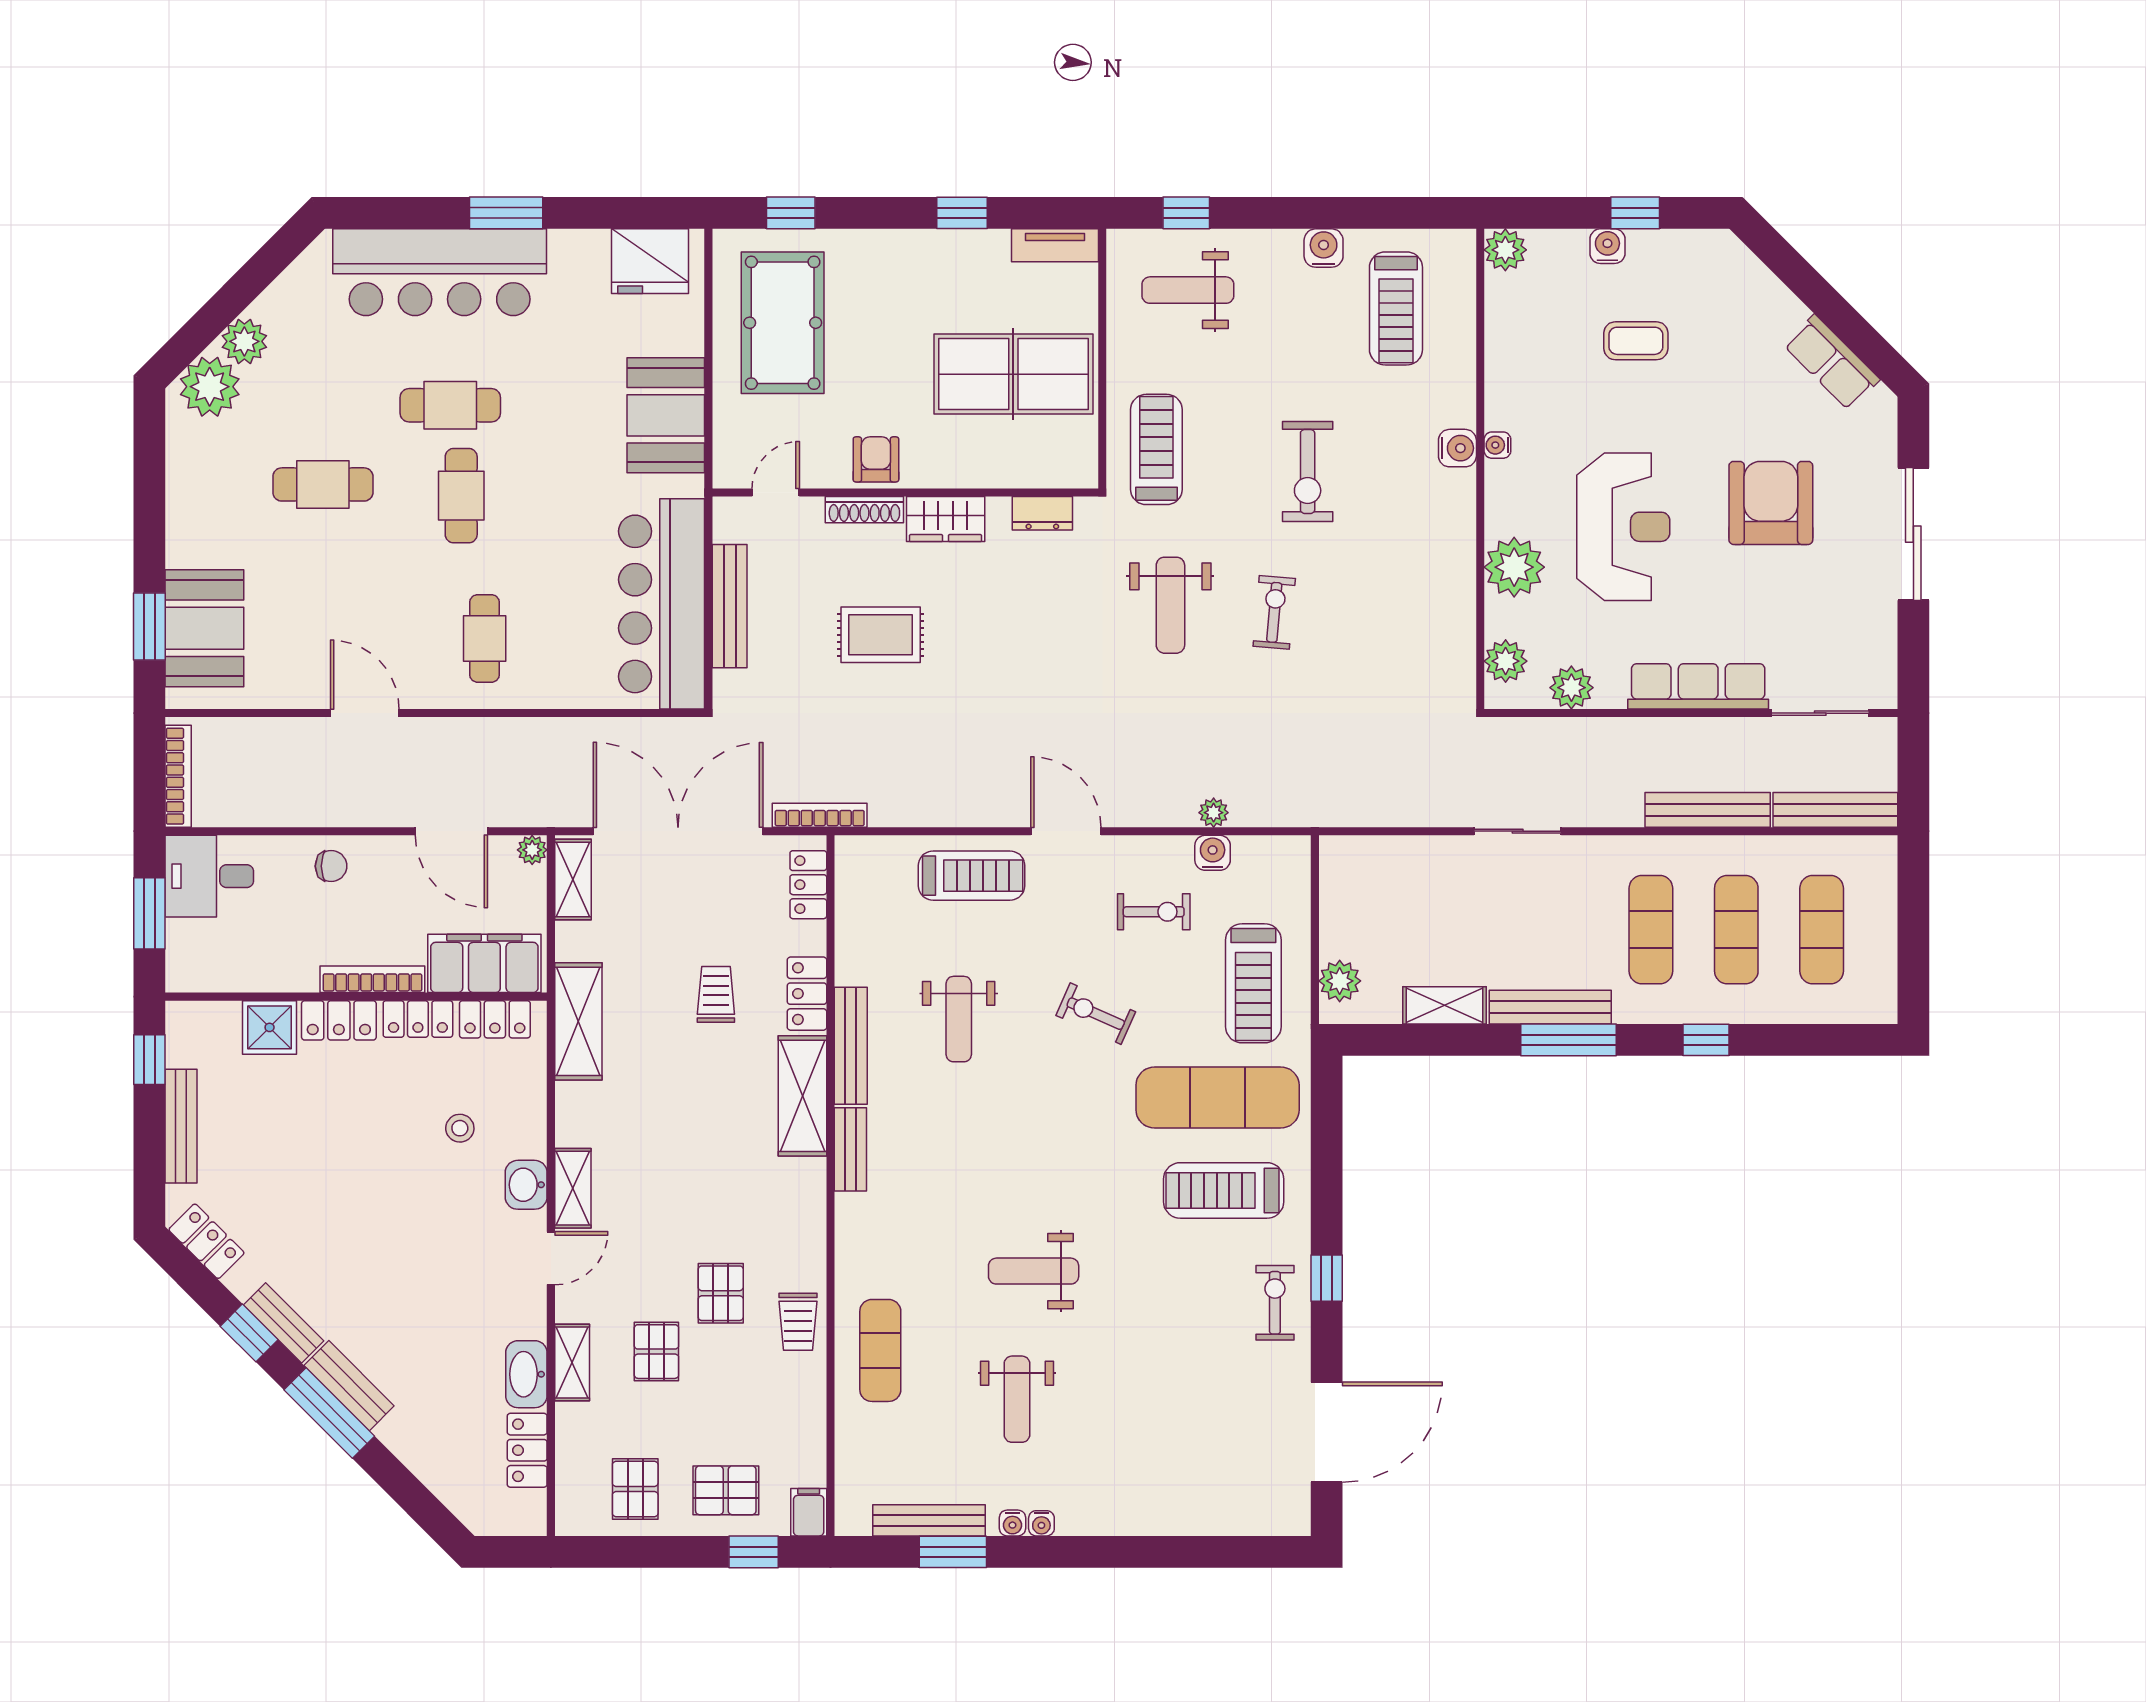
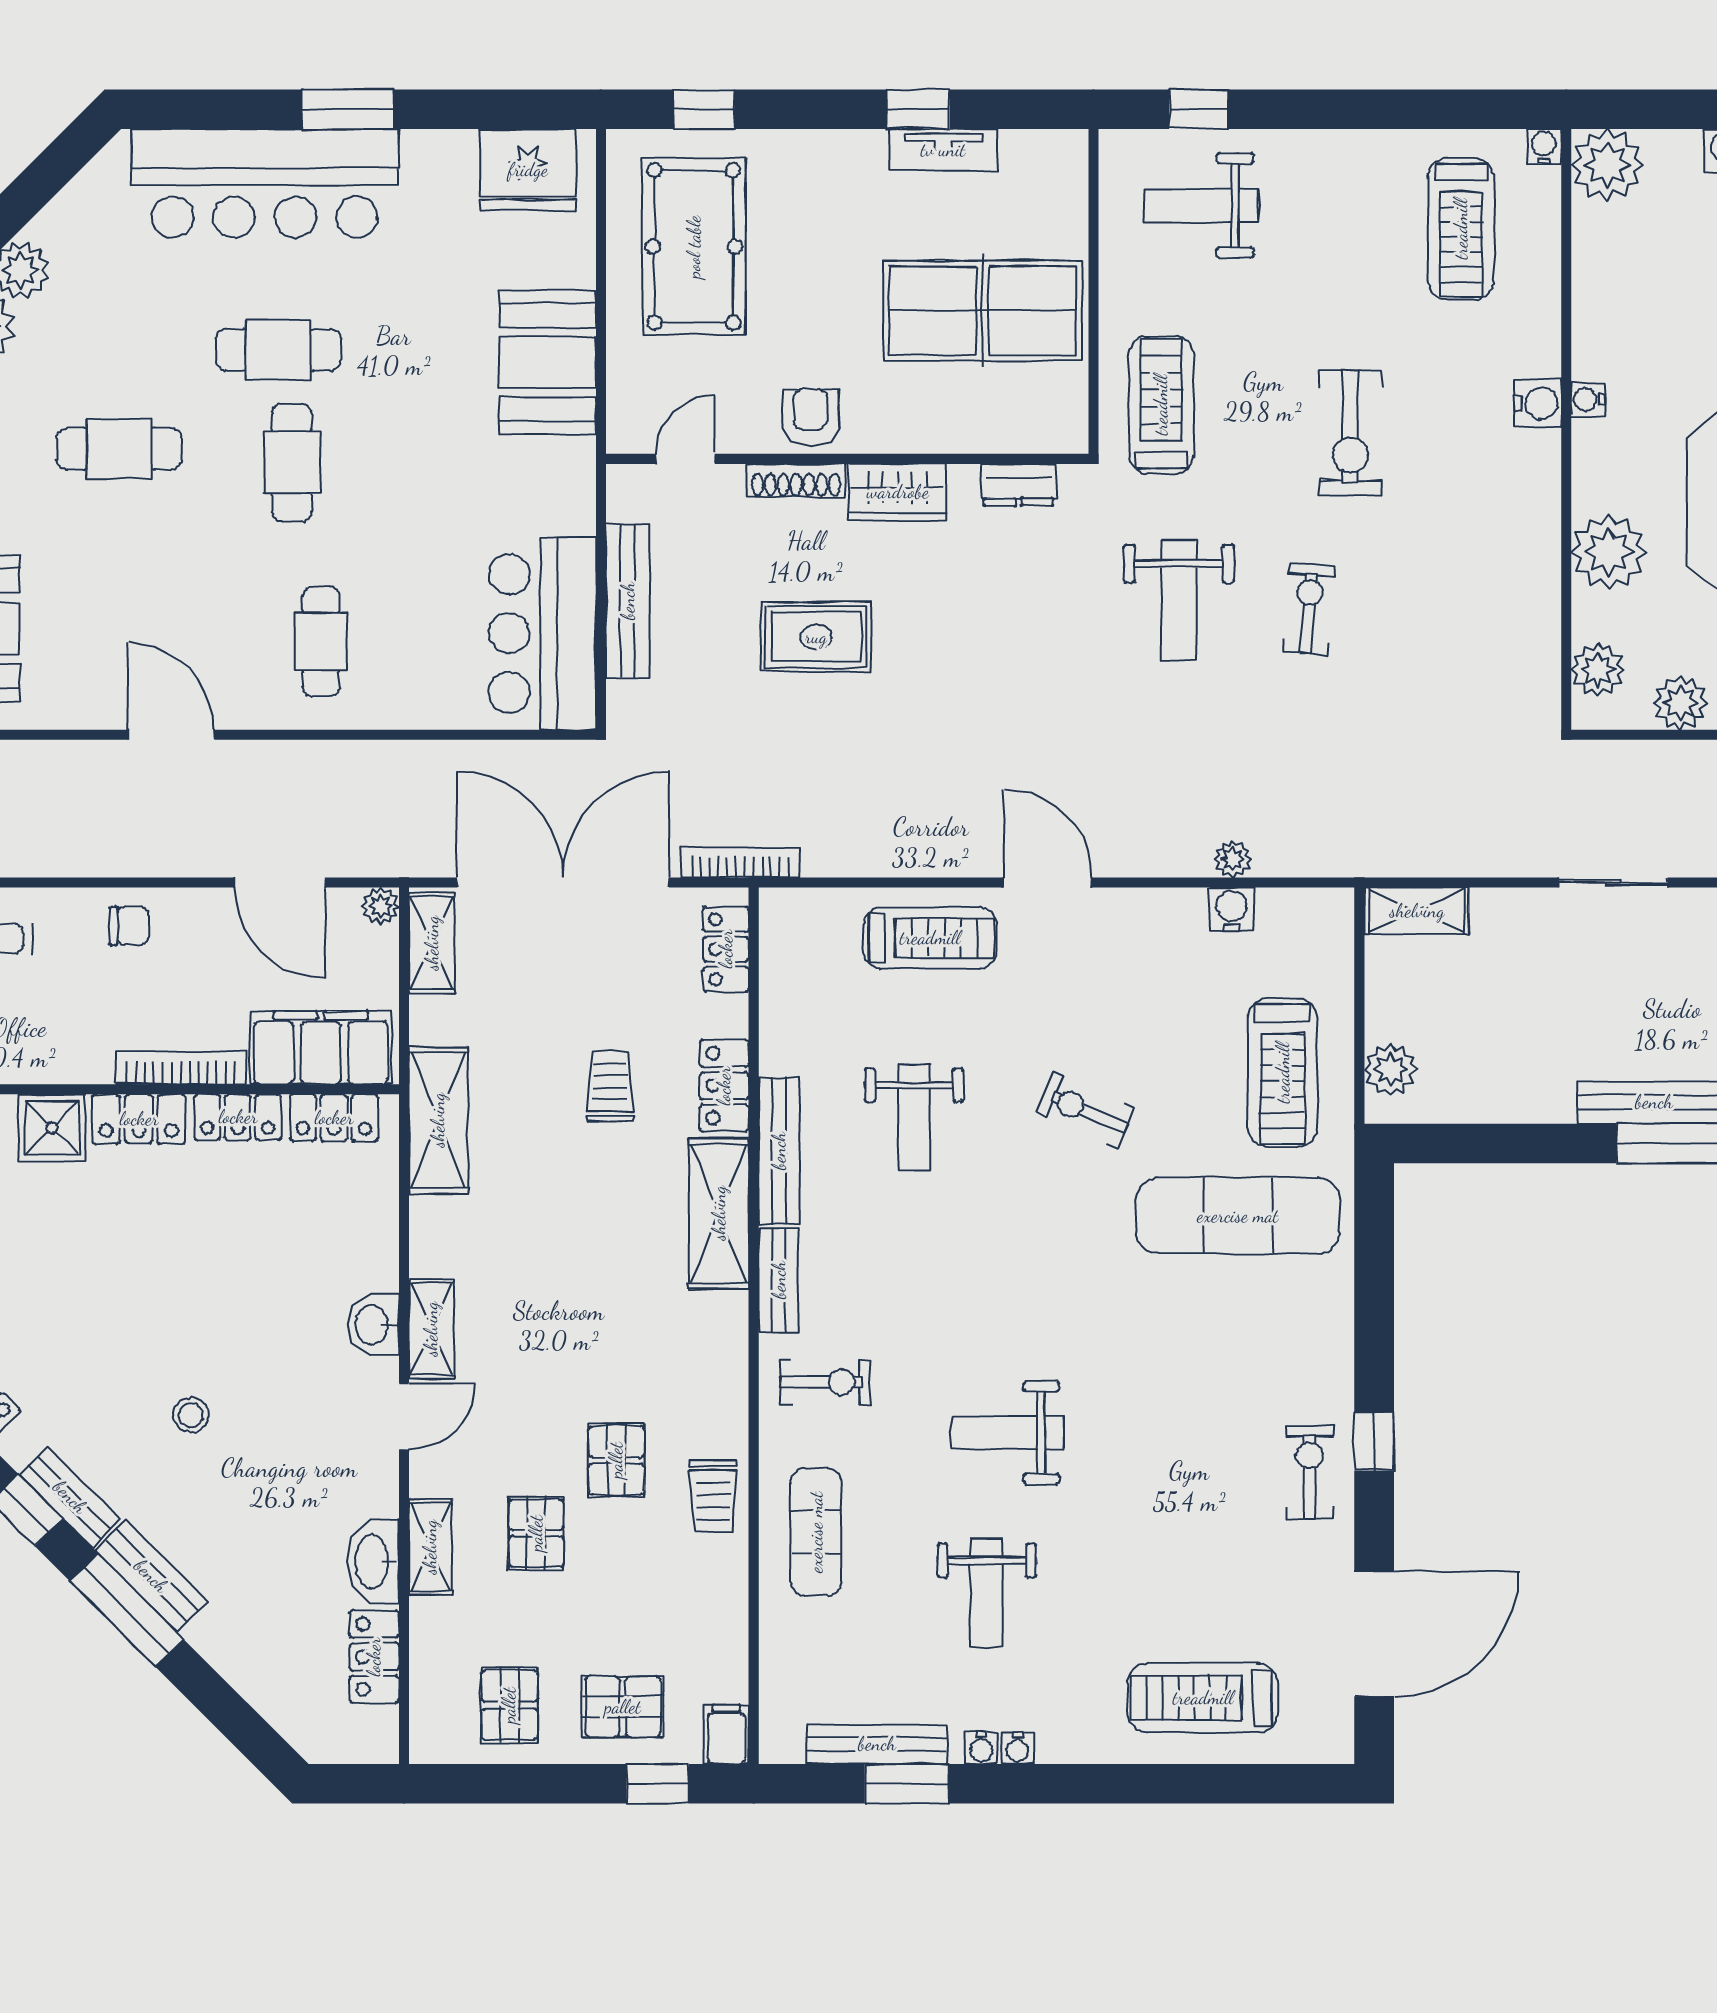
tv unit: (1055, 245) -> (943, 150), moved
water cooler: (1324, 248) -> (1544, 146), moved, width x0.72, depth x0.72
plant: (1505, 250) -> (1607, 165), width x1.36, depth x1.36
bar counter: (662, 604) -> (542, 633), width x0.73
exercise bike: (1154, 912) -> (825, 1382), moved
shelving: (1444, 1005) -> (1417, 911), moved
stool: (460, 1128) -> (191, 1415), moved
treadmill: (1224, 1190) -> (1203, 1698), moved

